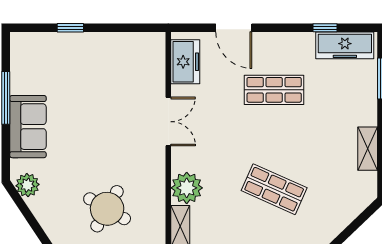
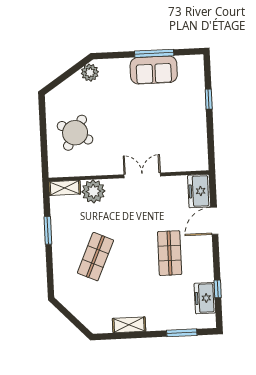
freezer: (345, 45) -> (205, 298), width x0.71
freezer: (185, 62) -> (199, 191), moved, turned 90
double door: (168, 122) -> (142, 175), swing flipped
sofa: (28, 127) -> (154, 70), moved

